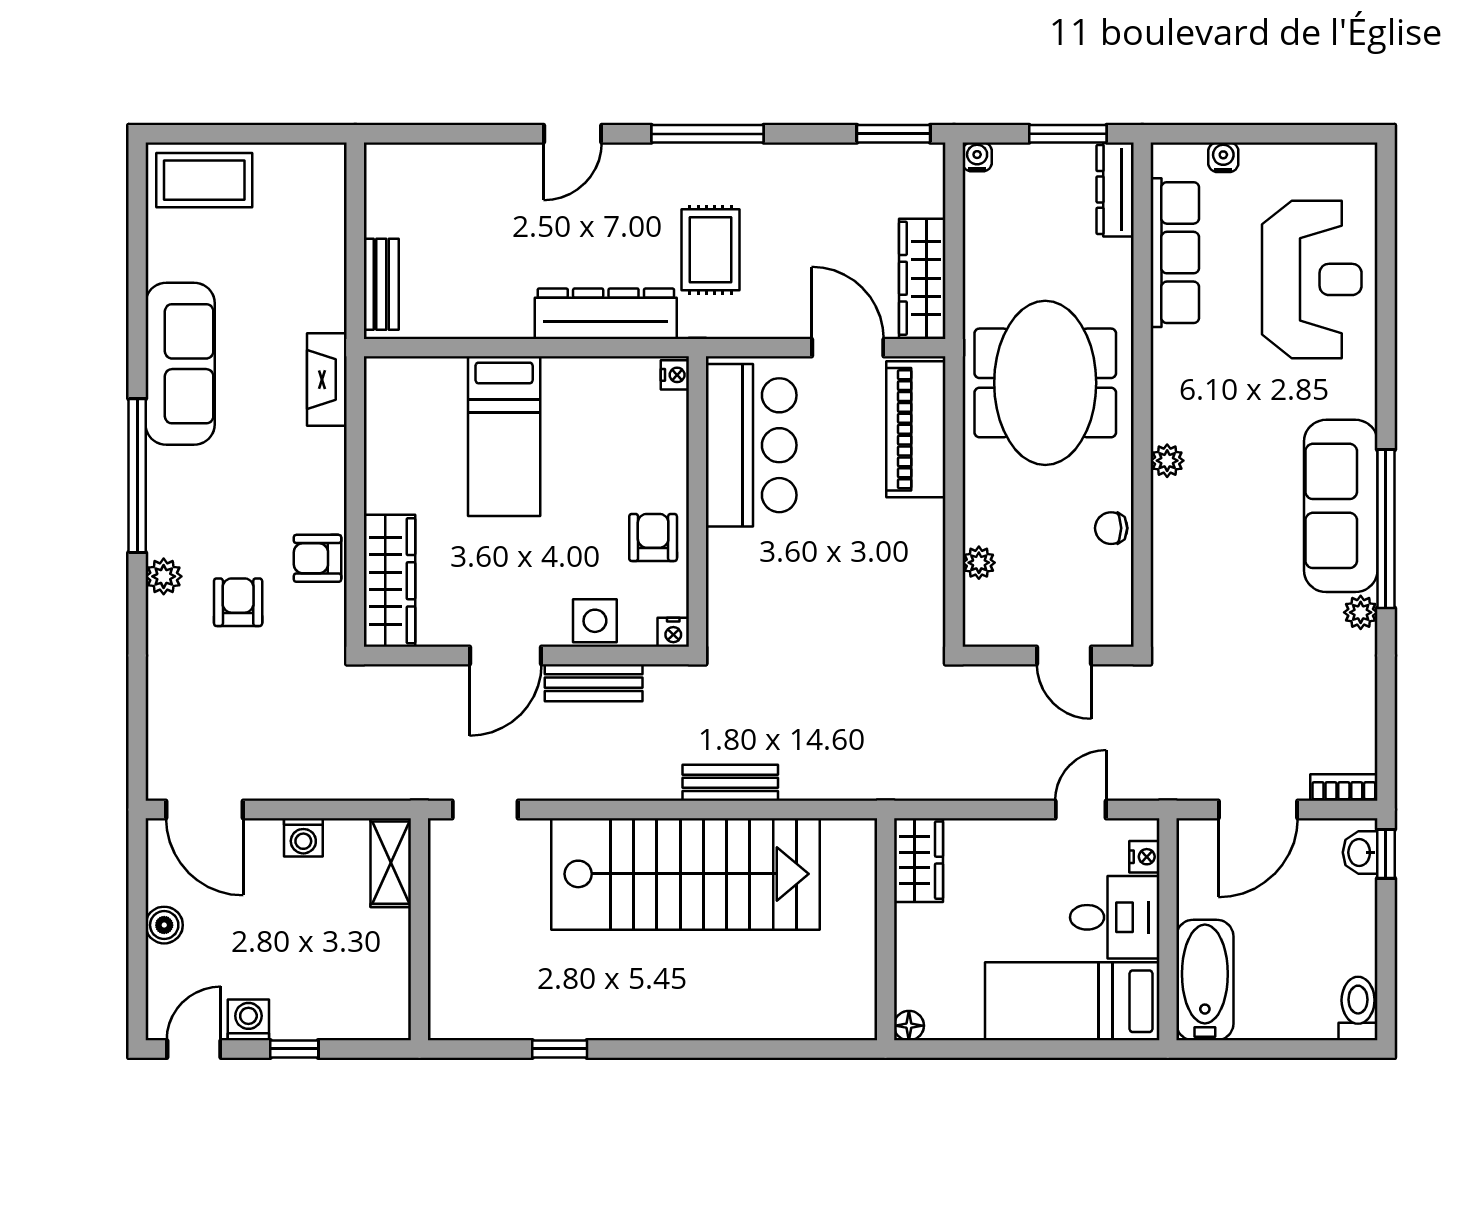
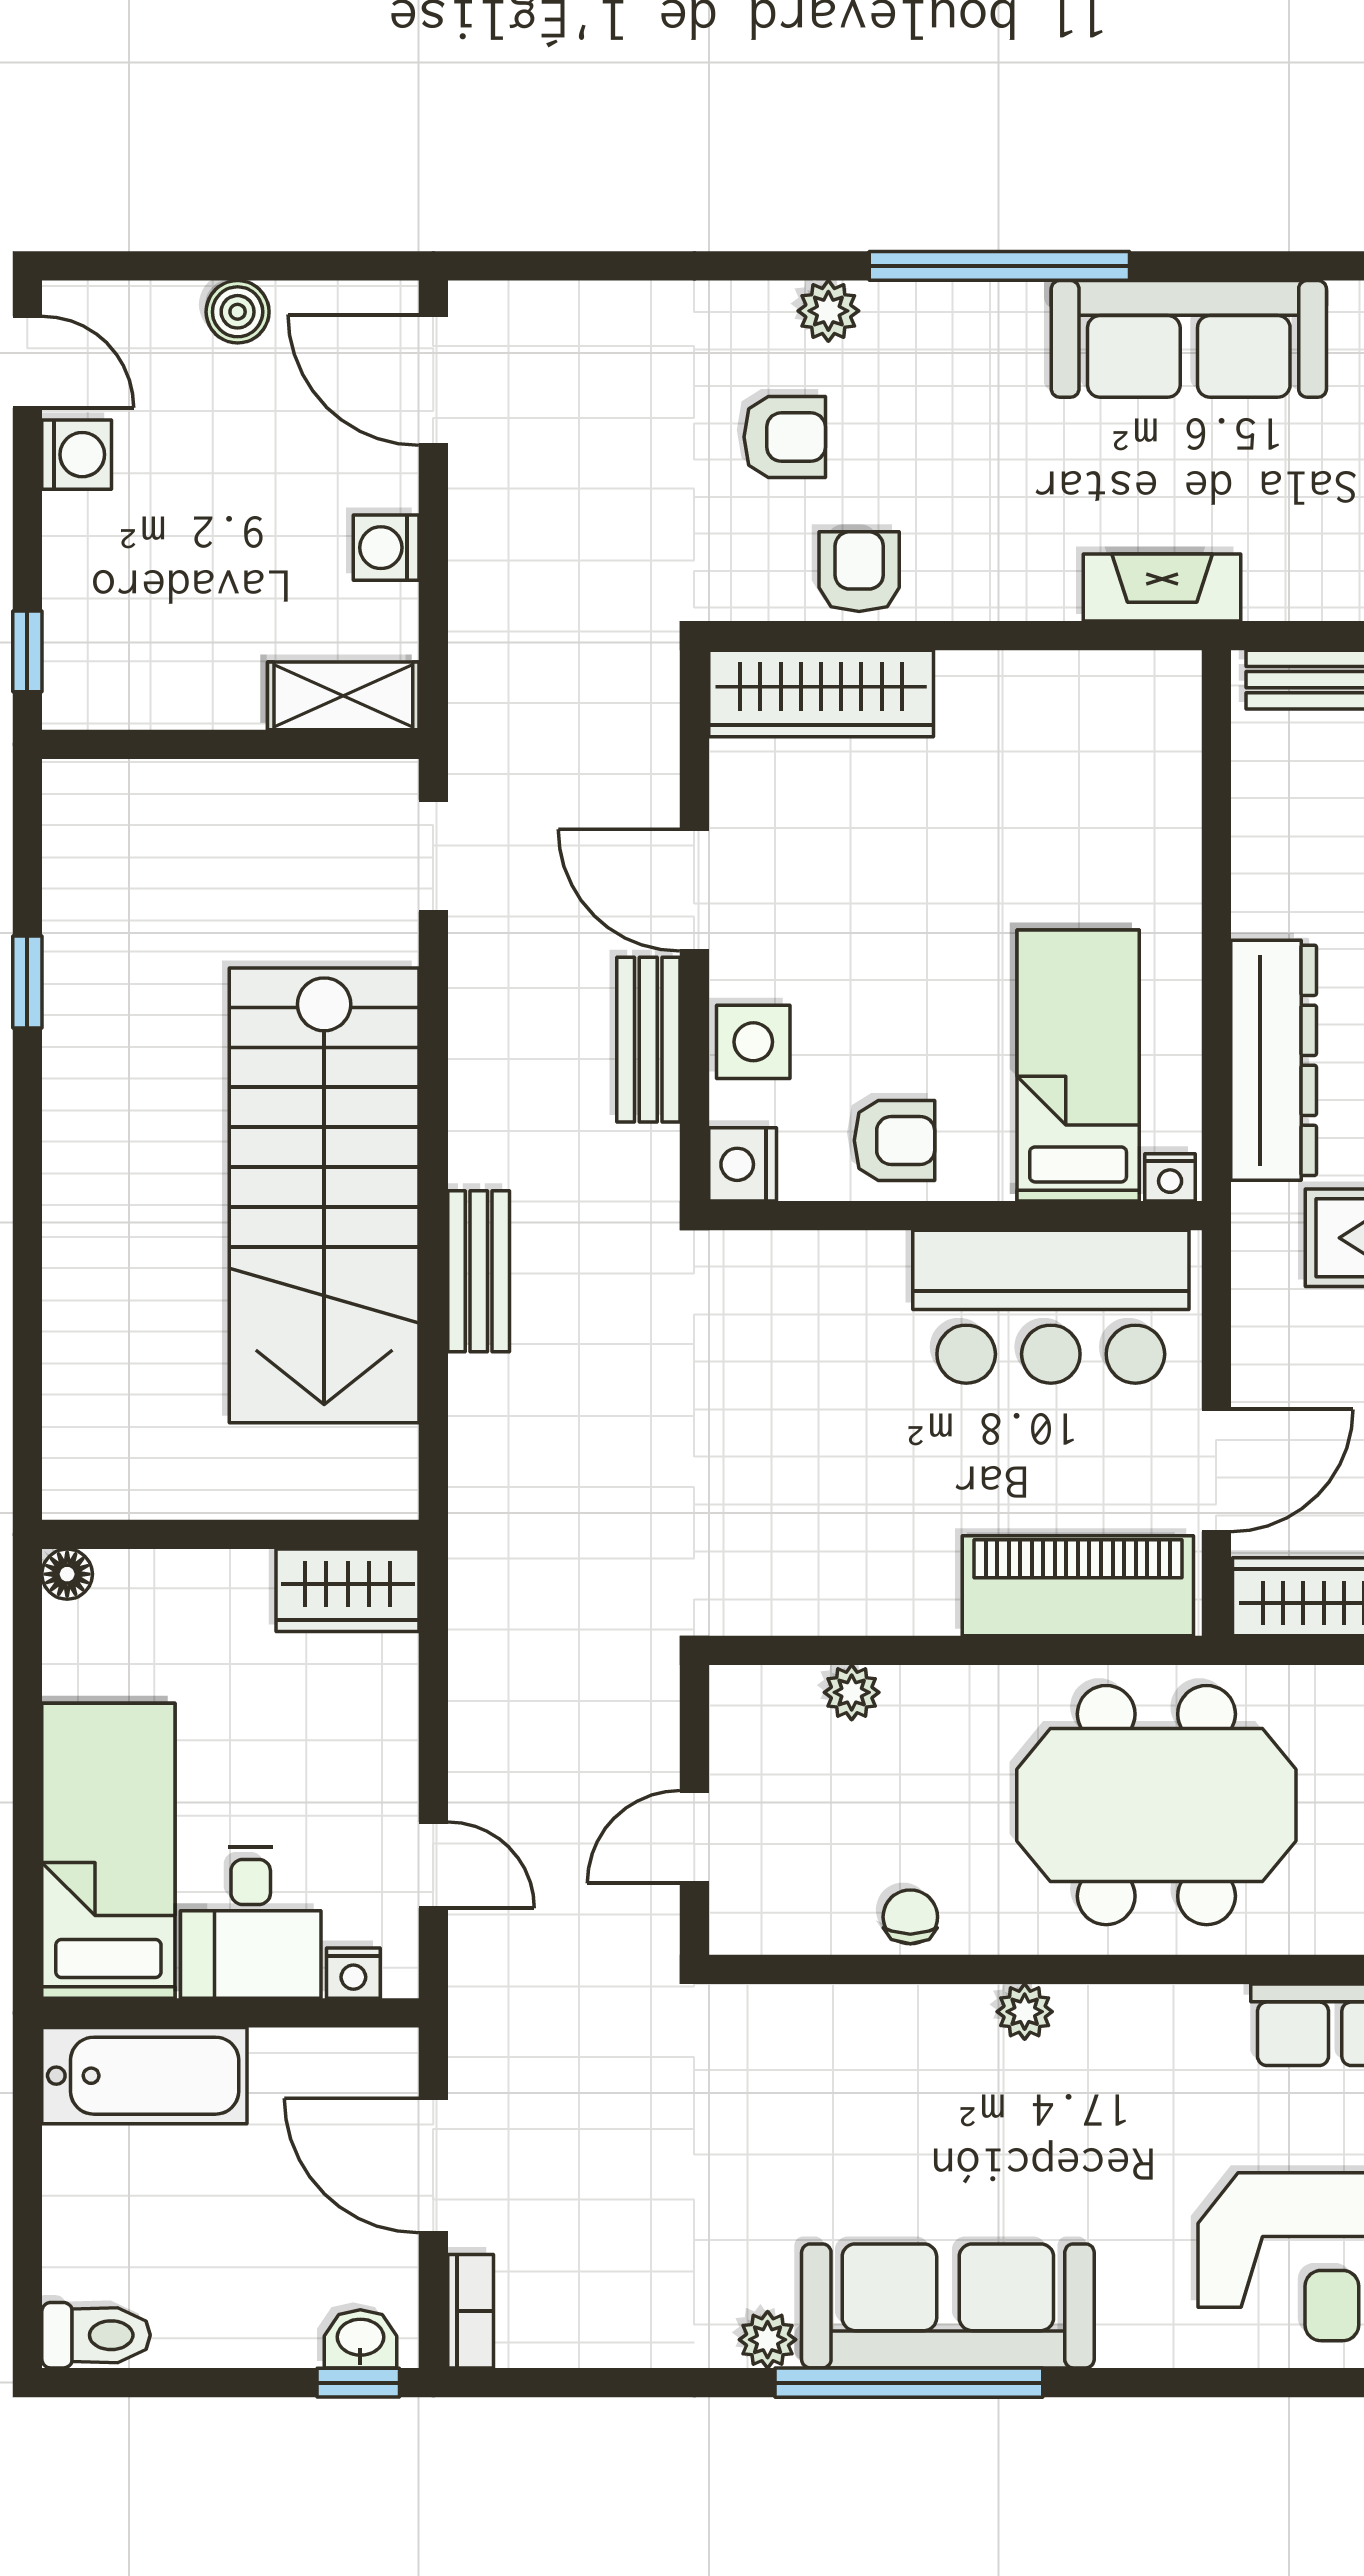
bed: (504, 436) -> (1078, 1065), moved, turned 90
nightstand: (673, 632) -> (743, 1164), width x1.39, depth x1.35
door: (204, 809) -> (433, 380), hinge flipped
window: (294, 1049) -> (27, 651), moved

